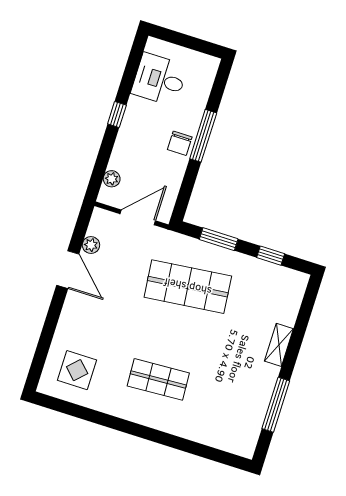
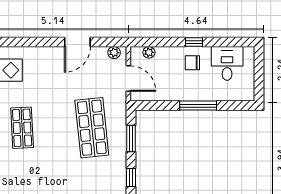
chair: (180, 143) -> (192, 63), moved
plant: (91, 245) -> (114, 53), moved

